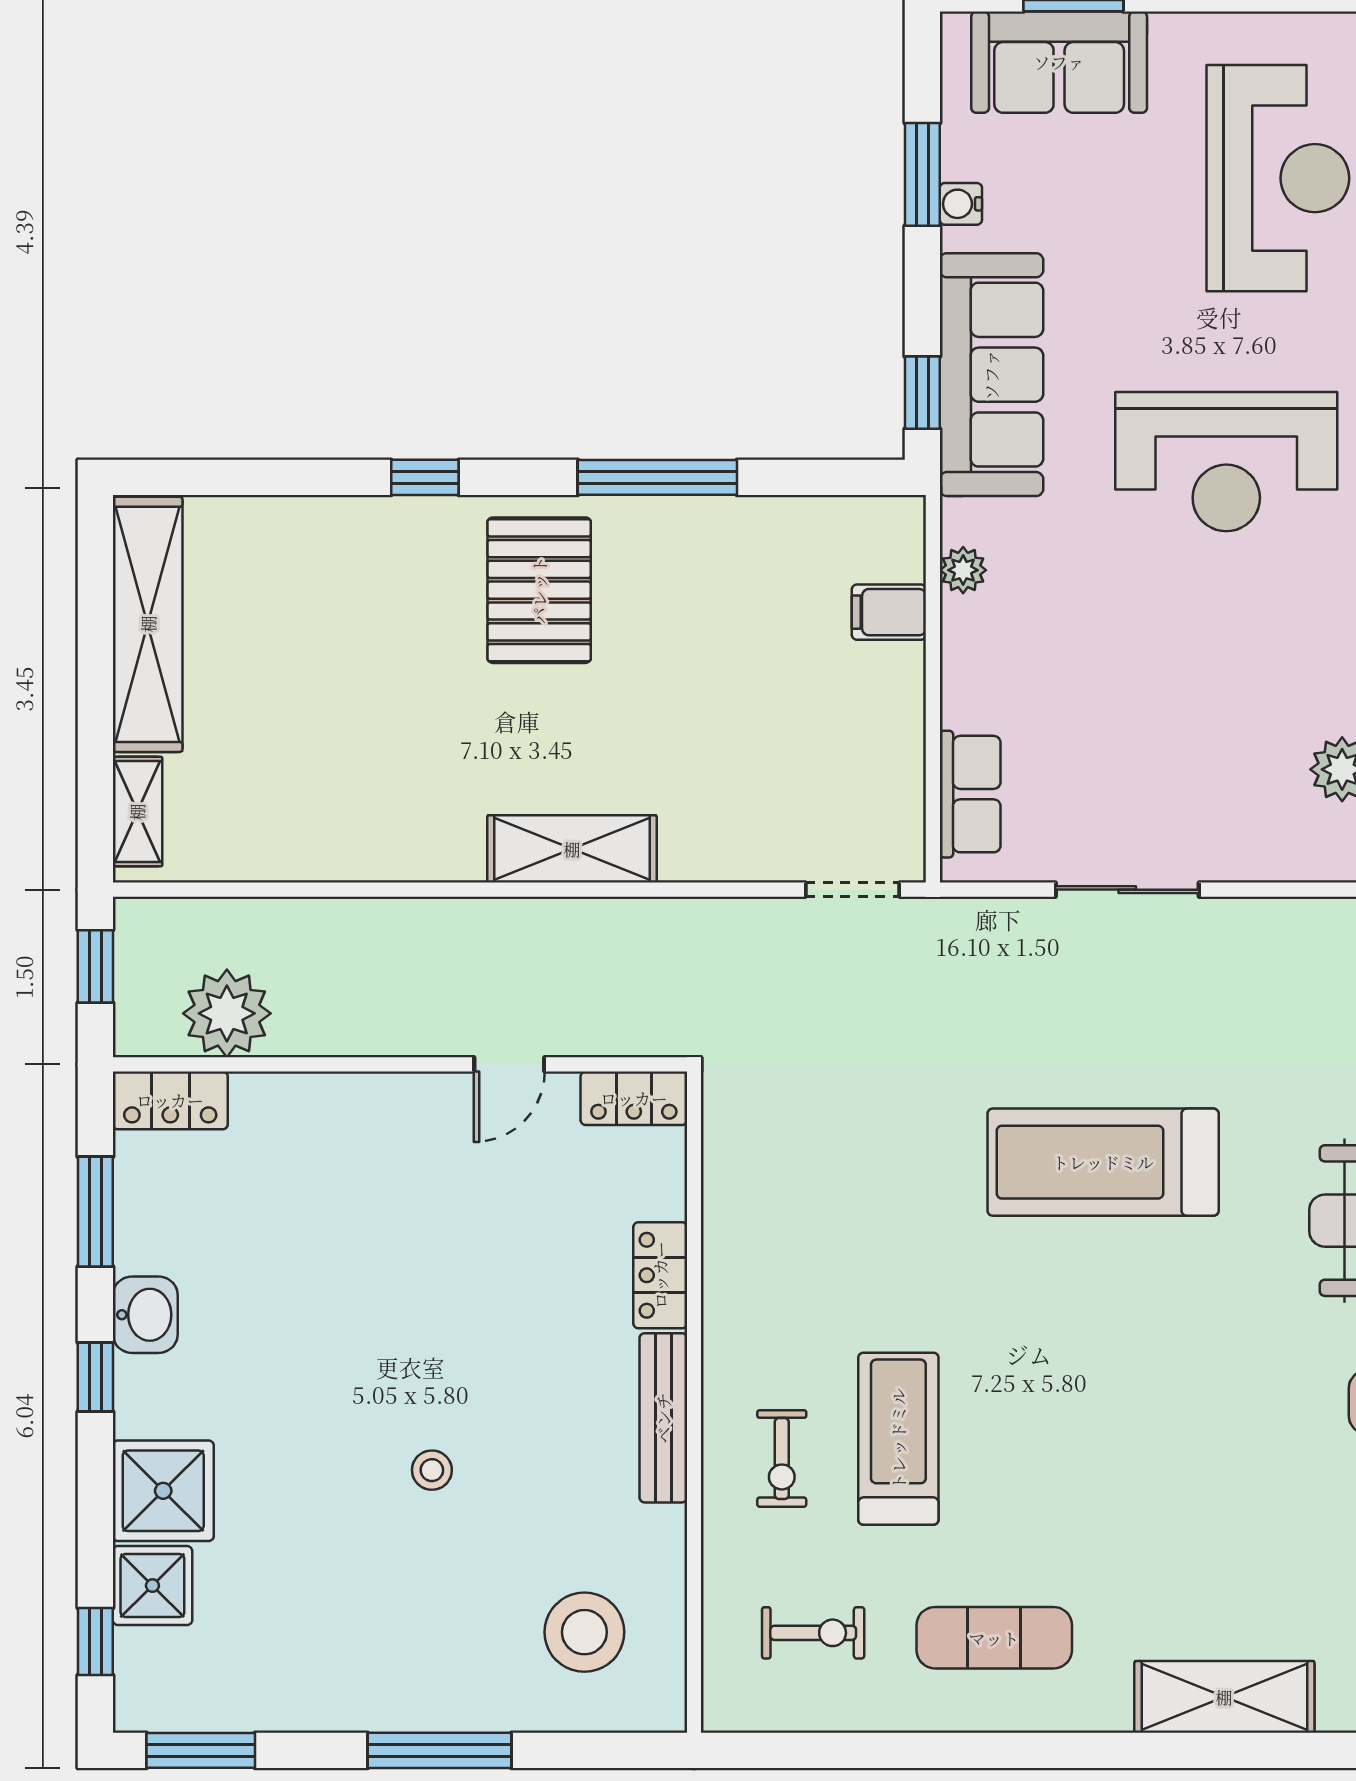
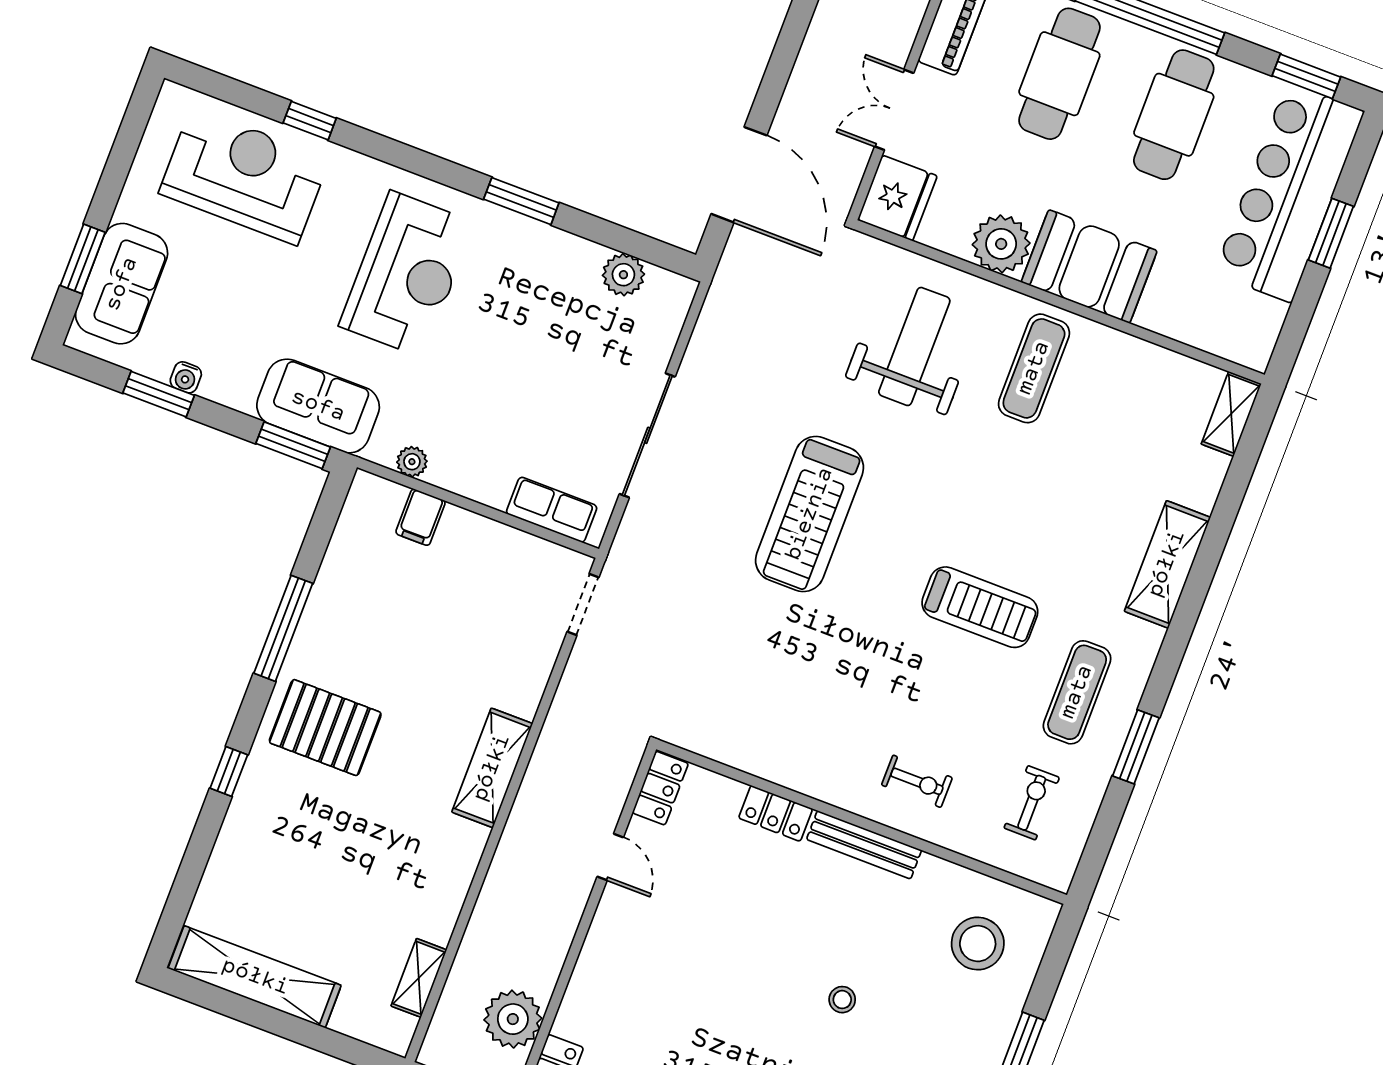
sofa: (991, 375) -> (318, 406), width x0.73
window: (922, 393) -> (293, 445), width x1.50
shelving: (137, 812) -> (419, 978), moved, turned 90
sliding door: (1127, 890) -> (647, 435), width x1.37
treadmill: (898, 1439) -> (980, 607), moved, turned 180
window: (949, 1750) -> (1136, 747), added

